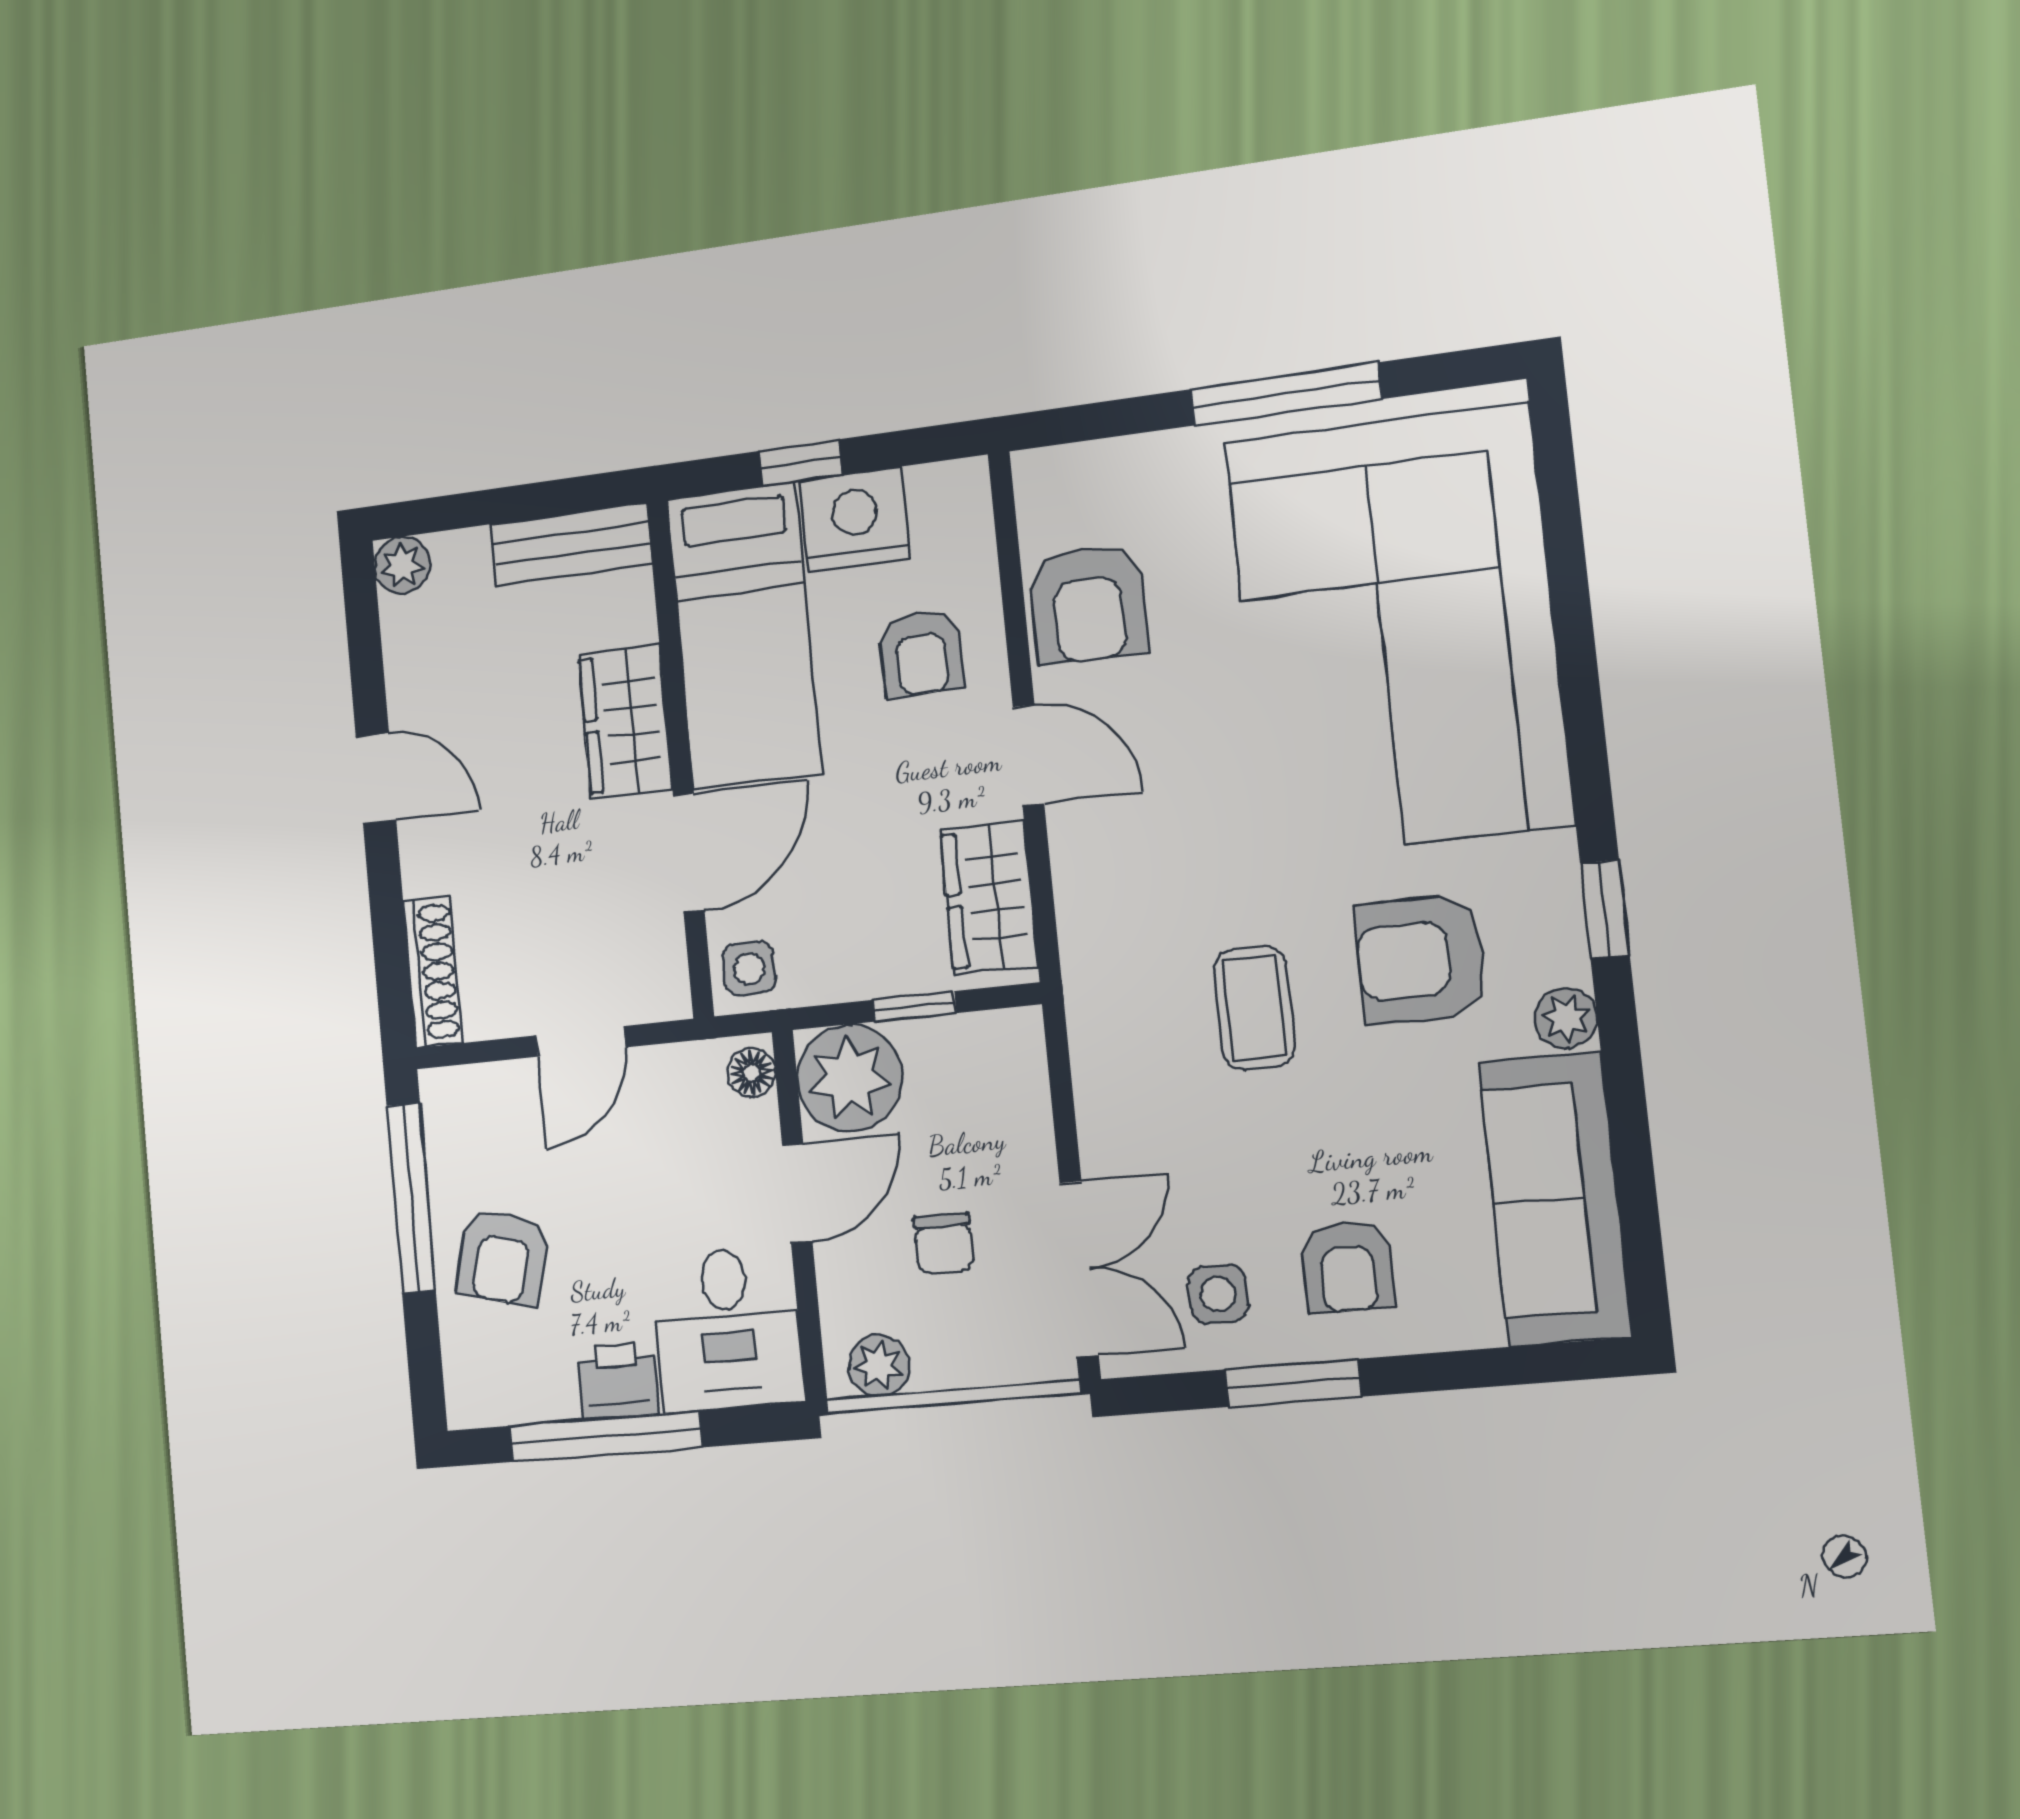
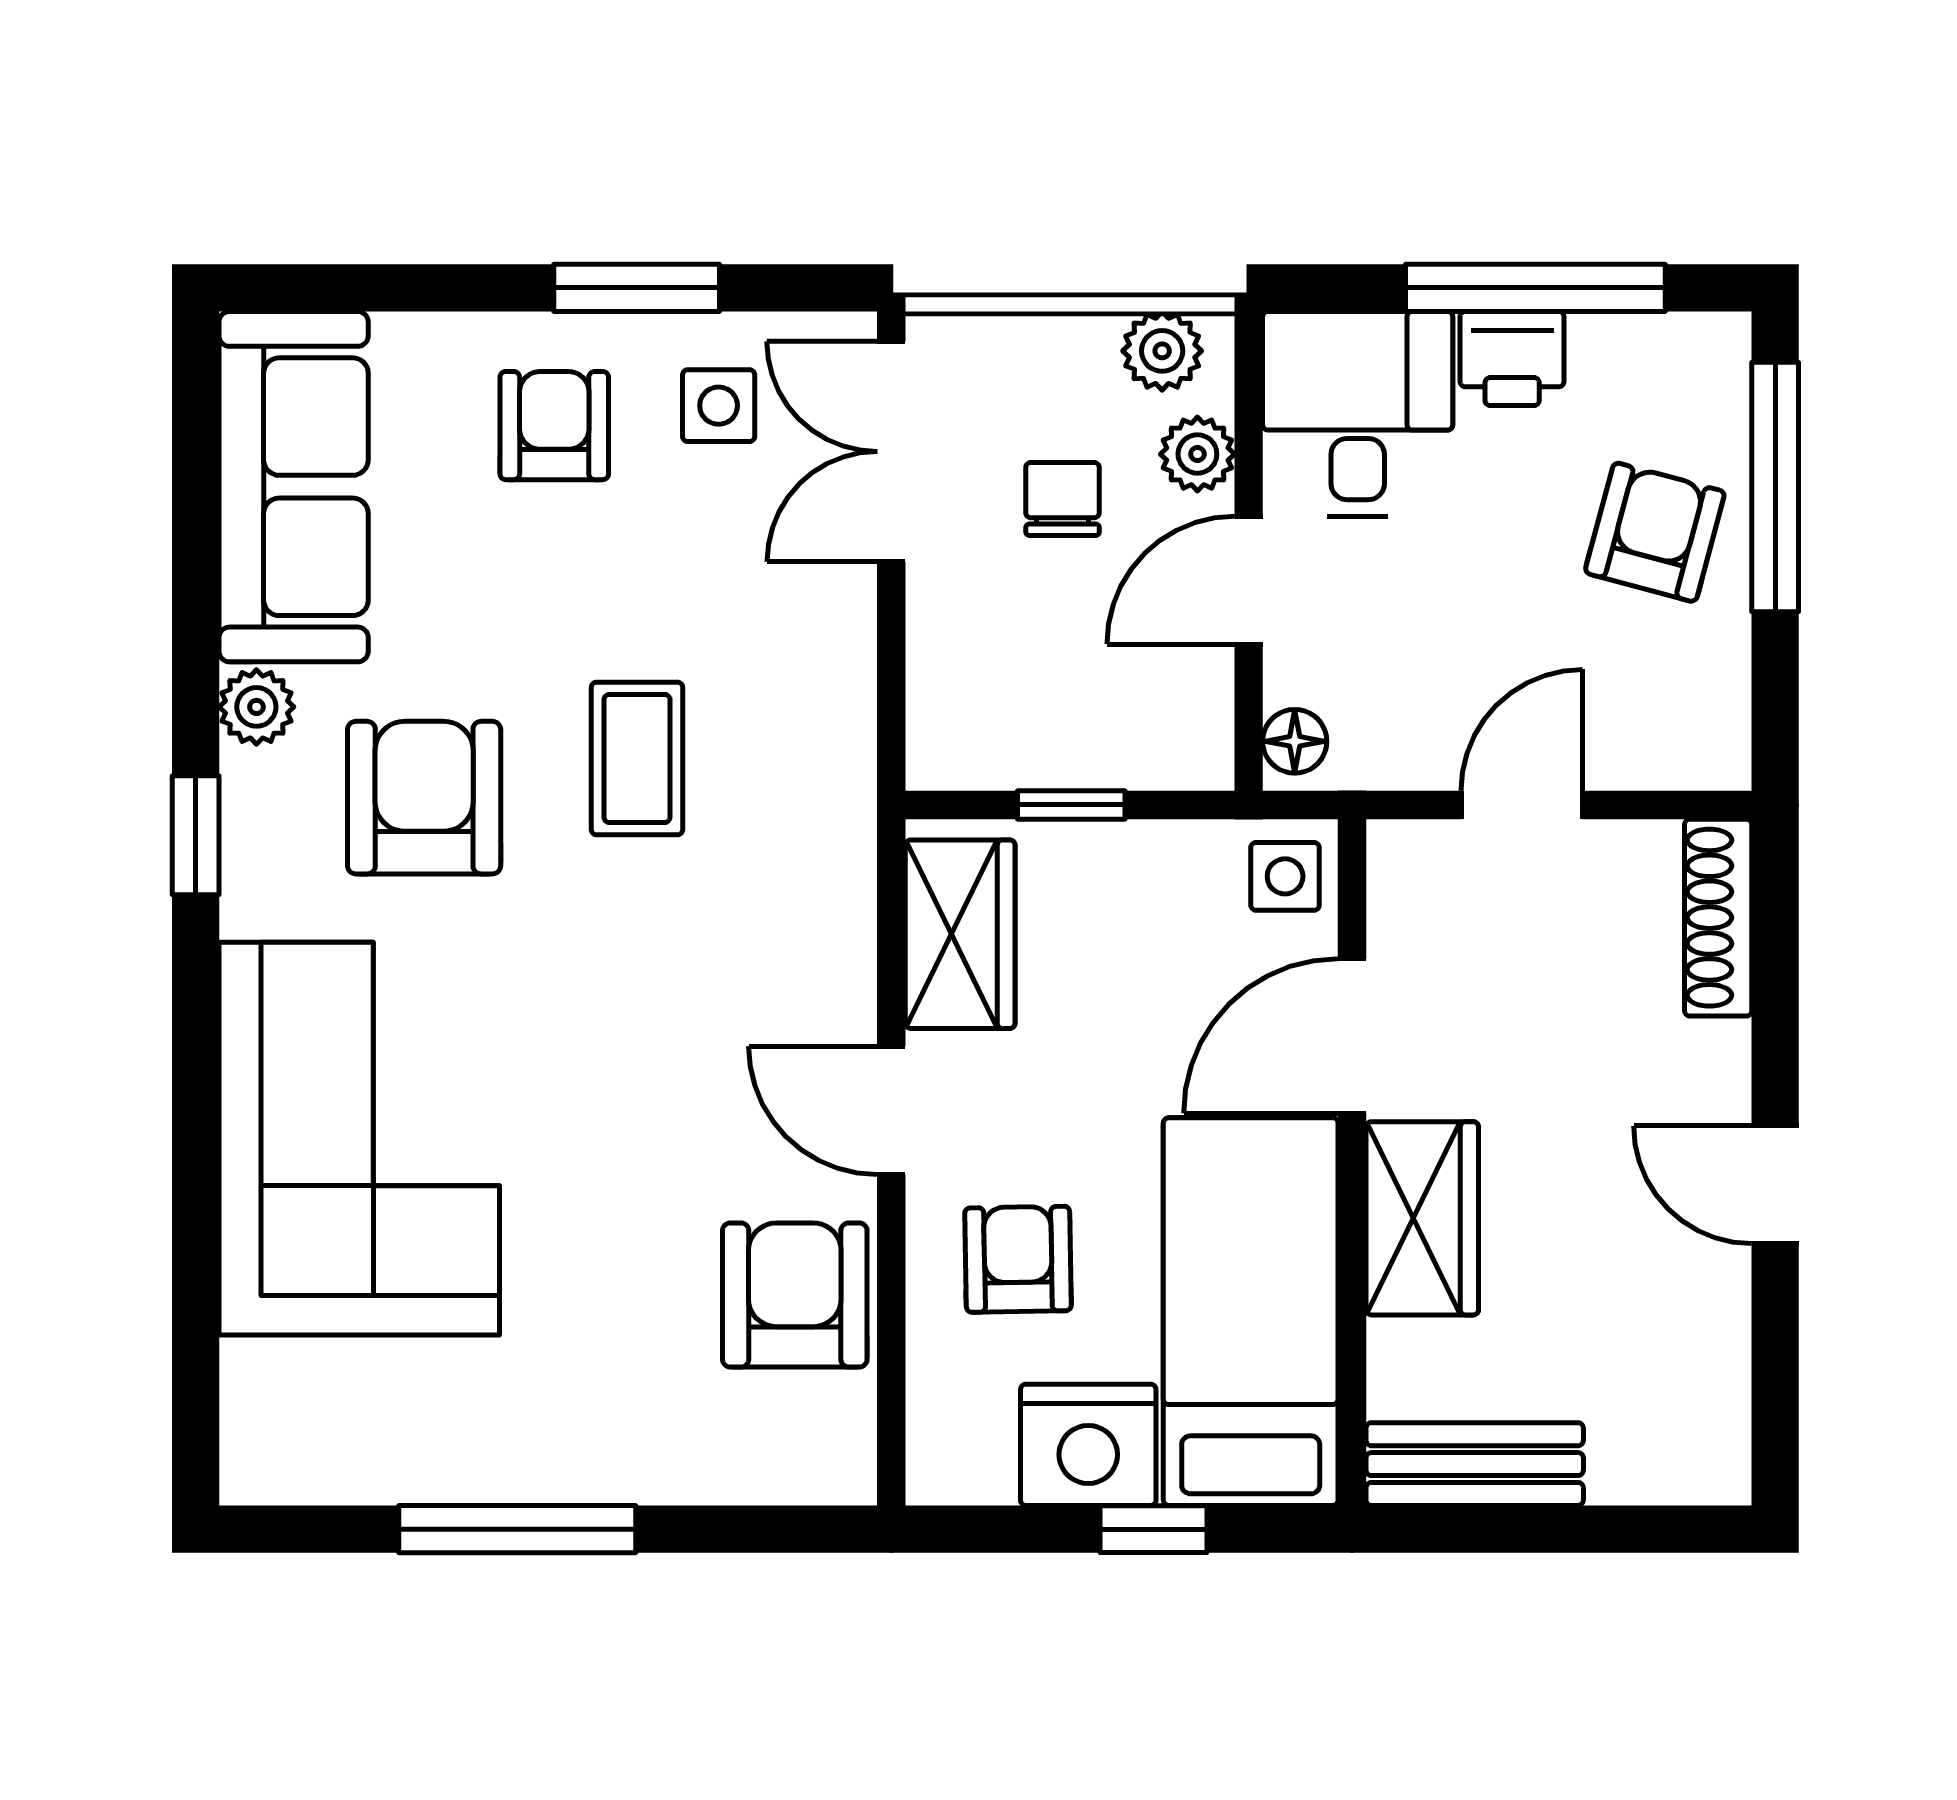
plant: (402, 565) -> (1713, 1467), removed
corner sofa: (1398, 632) -> (359, 1139), width x0.73, depth x0.74
armchair: (1421, 959) -> (424, 798), turned -90
plant: (850, 1078) -> (1197, 454), moved, width x0.53, depth x0.53
window: (411, 1198) -> (1775, 487), moved

